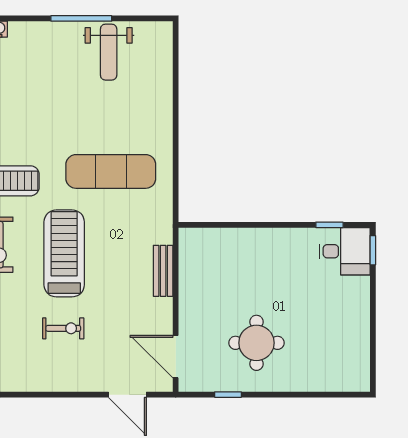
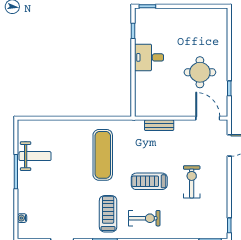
desk: (345, 251) -> (149, 57), moved, turned -90
treadmill: (64, 253) -> (149, 181), width x0.73, depth x0.73
exercise bike: (63, 328) -> (192, 182), width x1.38, depth x1.39
door: (176, 357) -> (208, 118), swing flipped

